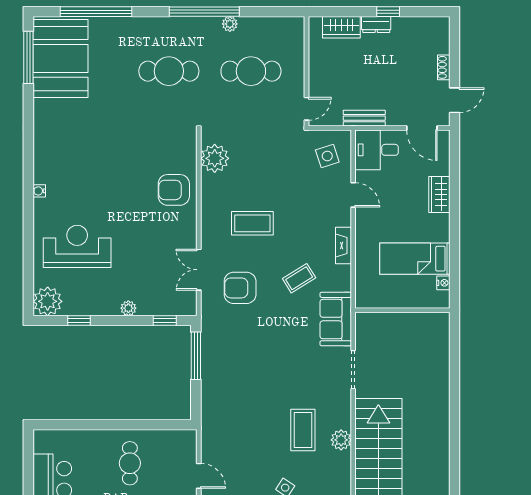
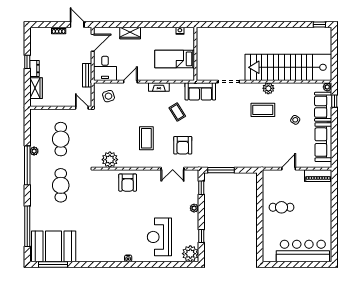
bed: (415, 259) -> (175, 59), moved, turned 90

